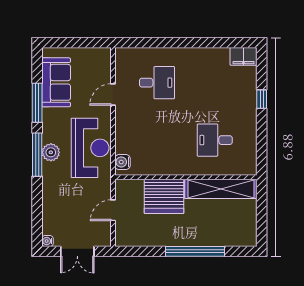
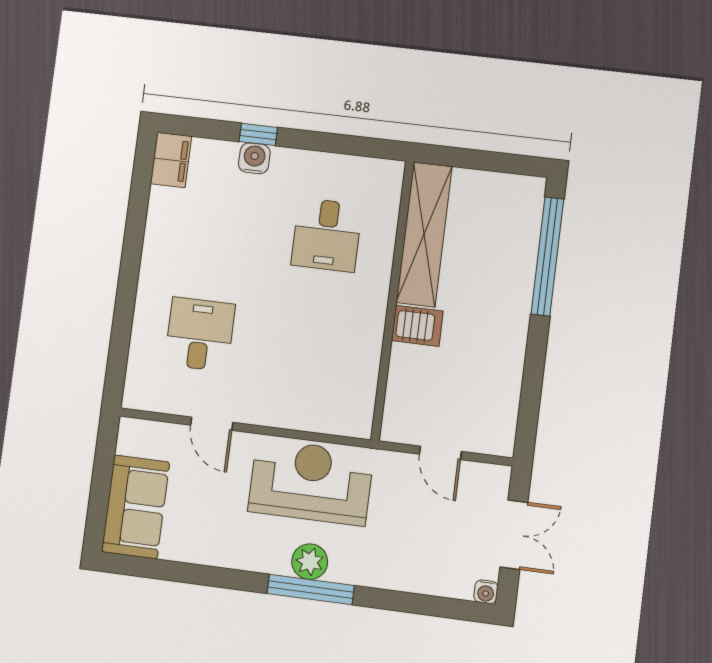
sofa: (56, 82) -> (136, 507), moved, turned 90
window: (37, 103) -> (208, 576), removed
water cooler: (122, 162) -> (254, 158), moved, turned 180
server rack: (164, 196) -> (417, 326), width x0.46, depth x0.70
window: (195, 251) -> (547, 256), moved

